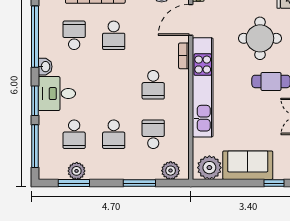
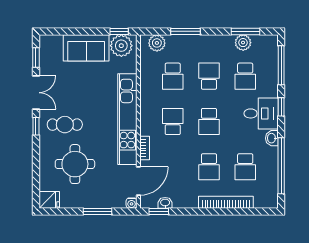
school desk: (114, 35) -> (209, 167), turned 180
school desk: (114, 85) -> (209, 121), added
window: (35, 101) -> (281, 107), width x0.67
school desk: (74, 134) -> (245, 76), turned 180
window: (274, 183) -> (119, 31), moved

